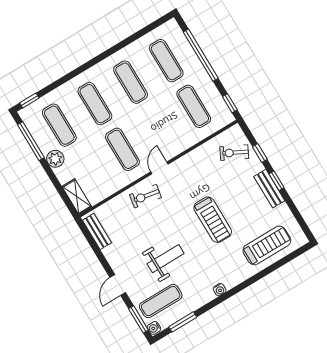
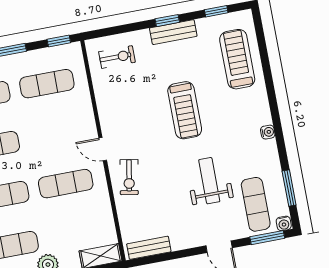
exercise bike: (234, 153) -> (117, 57), turned -117
window: (260, 153) -> (216, 11), moved
treadmill: (213, 220) -> (185, 110), turned 90

